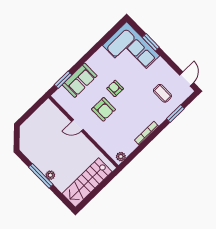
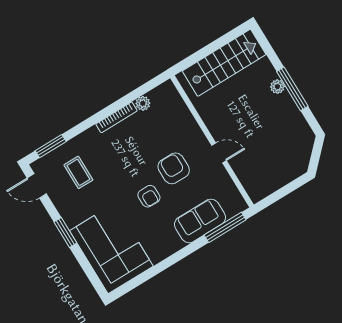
window: (151, 42) -> (65, 232), moved
door: (187, 79) -> (37, 186), hinge flipped
window: (63, 80) -> (225, 227), width x1.44
window: (175, 114) -> (51, 146), moved
plant: (121, 157) -> (143, 103), moved

